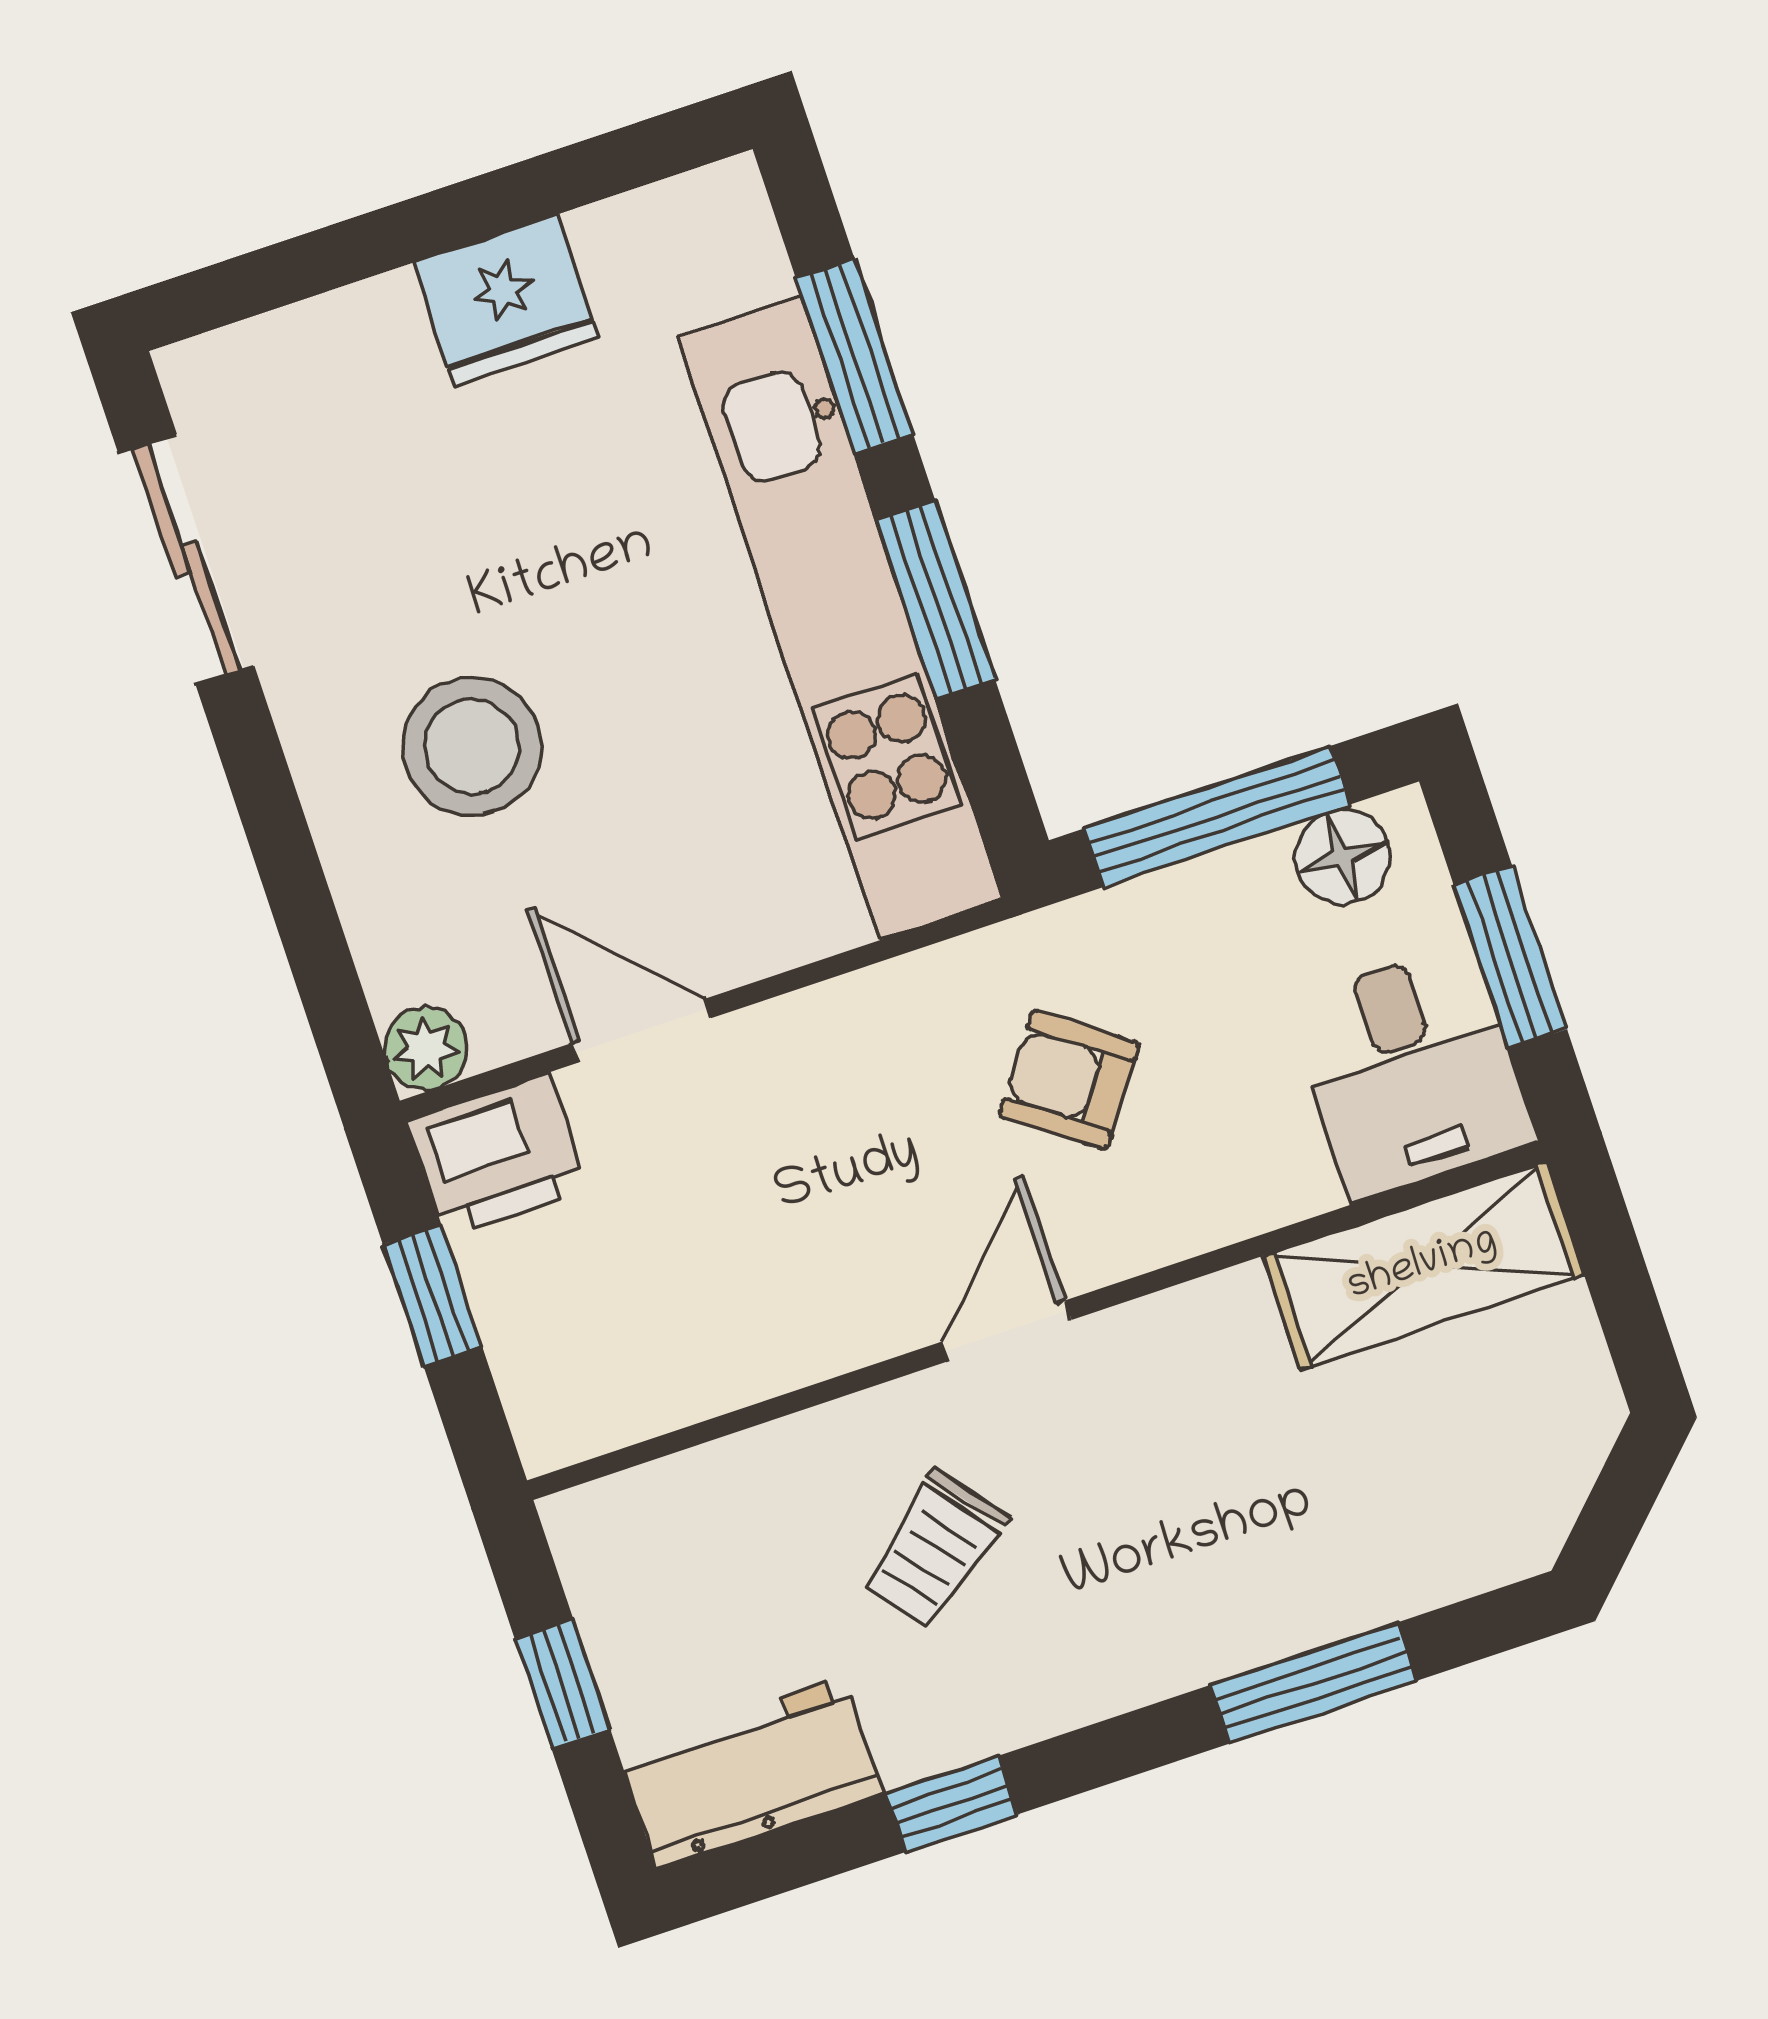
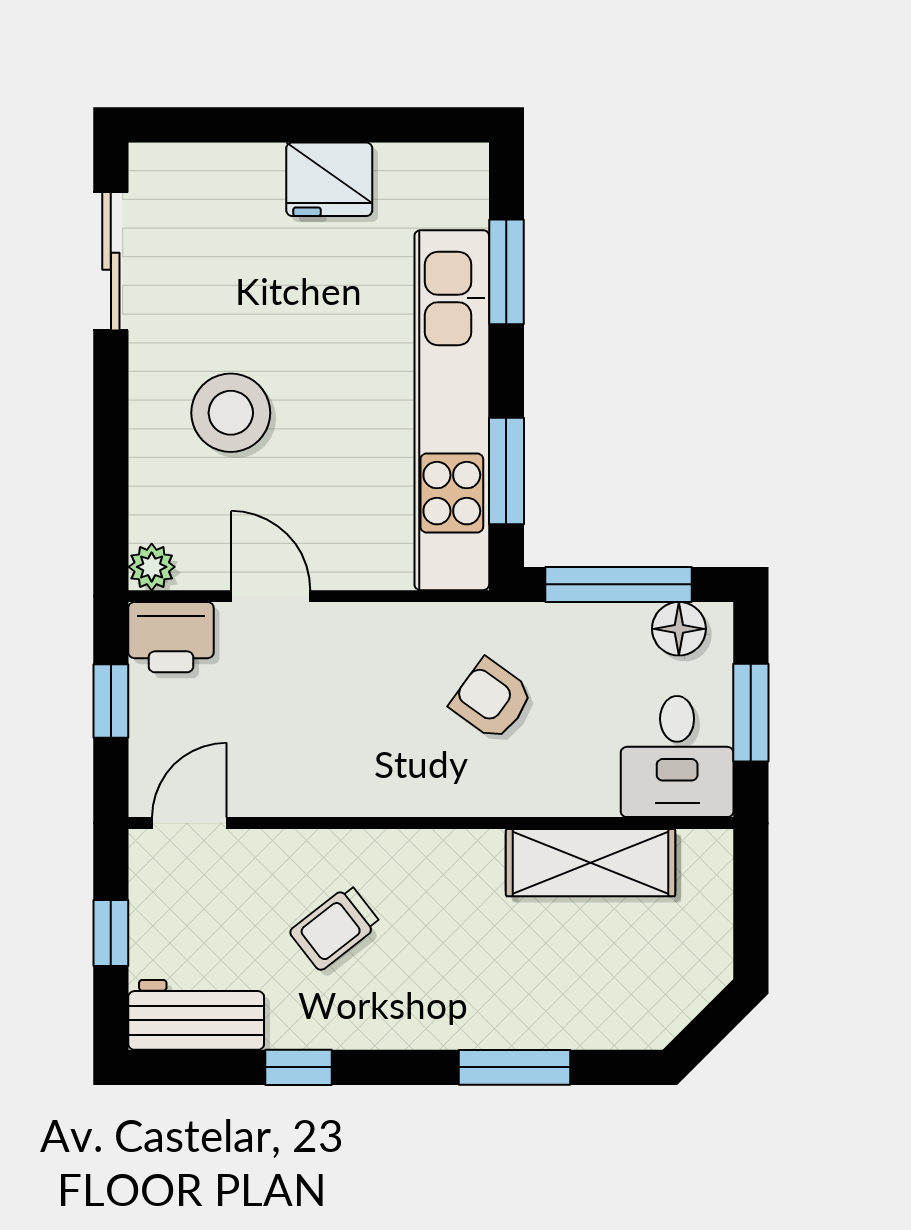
window: (936, 599) -> (506, 471), moved
shelving: (1423, 1265) -> (591, 863), moved
door: (1006, 1331) -> (189, 823), moved

